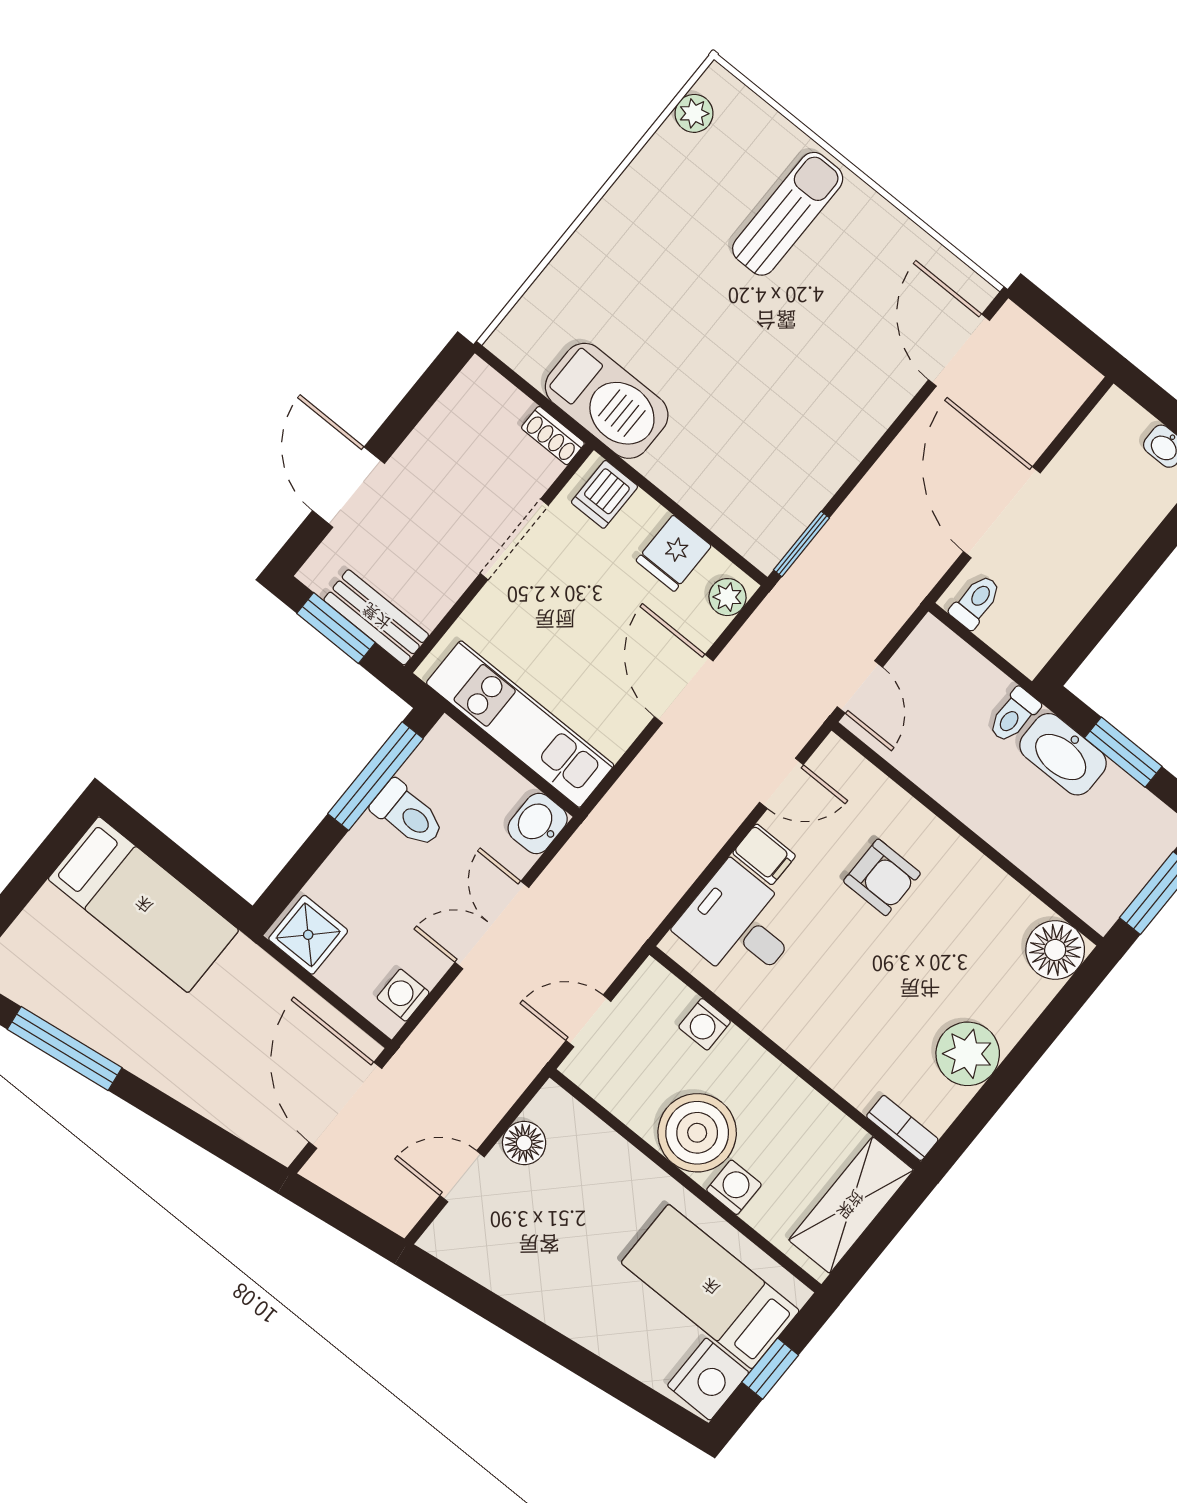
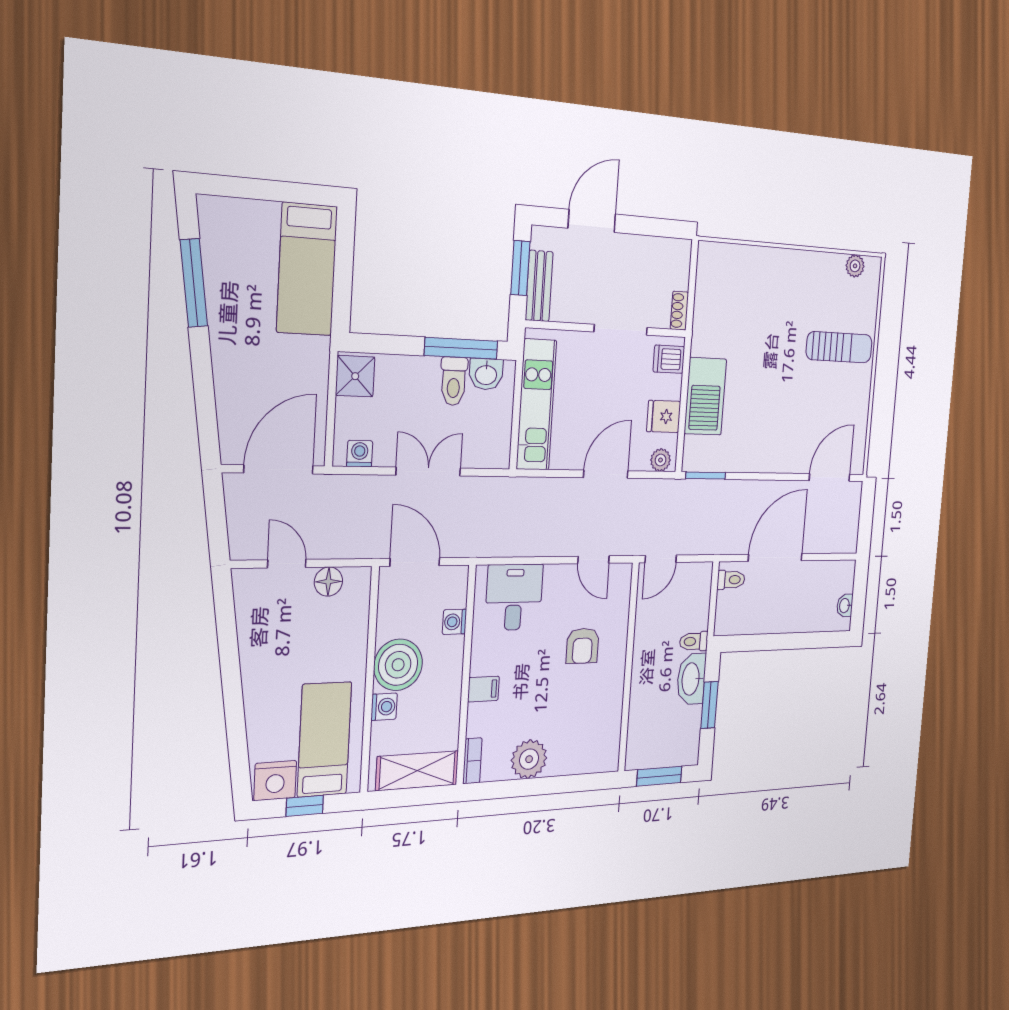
barbecue: (607, 401) -> (705, 396), moved
washbasin: (538, 823) -> (486, 374), moved, turned 180
filing cabinet: (764, 854) -> (483, 689), moved, turned -90
floor lamp: (1055, 950) -> (604, 755), removed
door: (588, 1021) -> (415, 562), width x1.38

